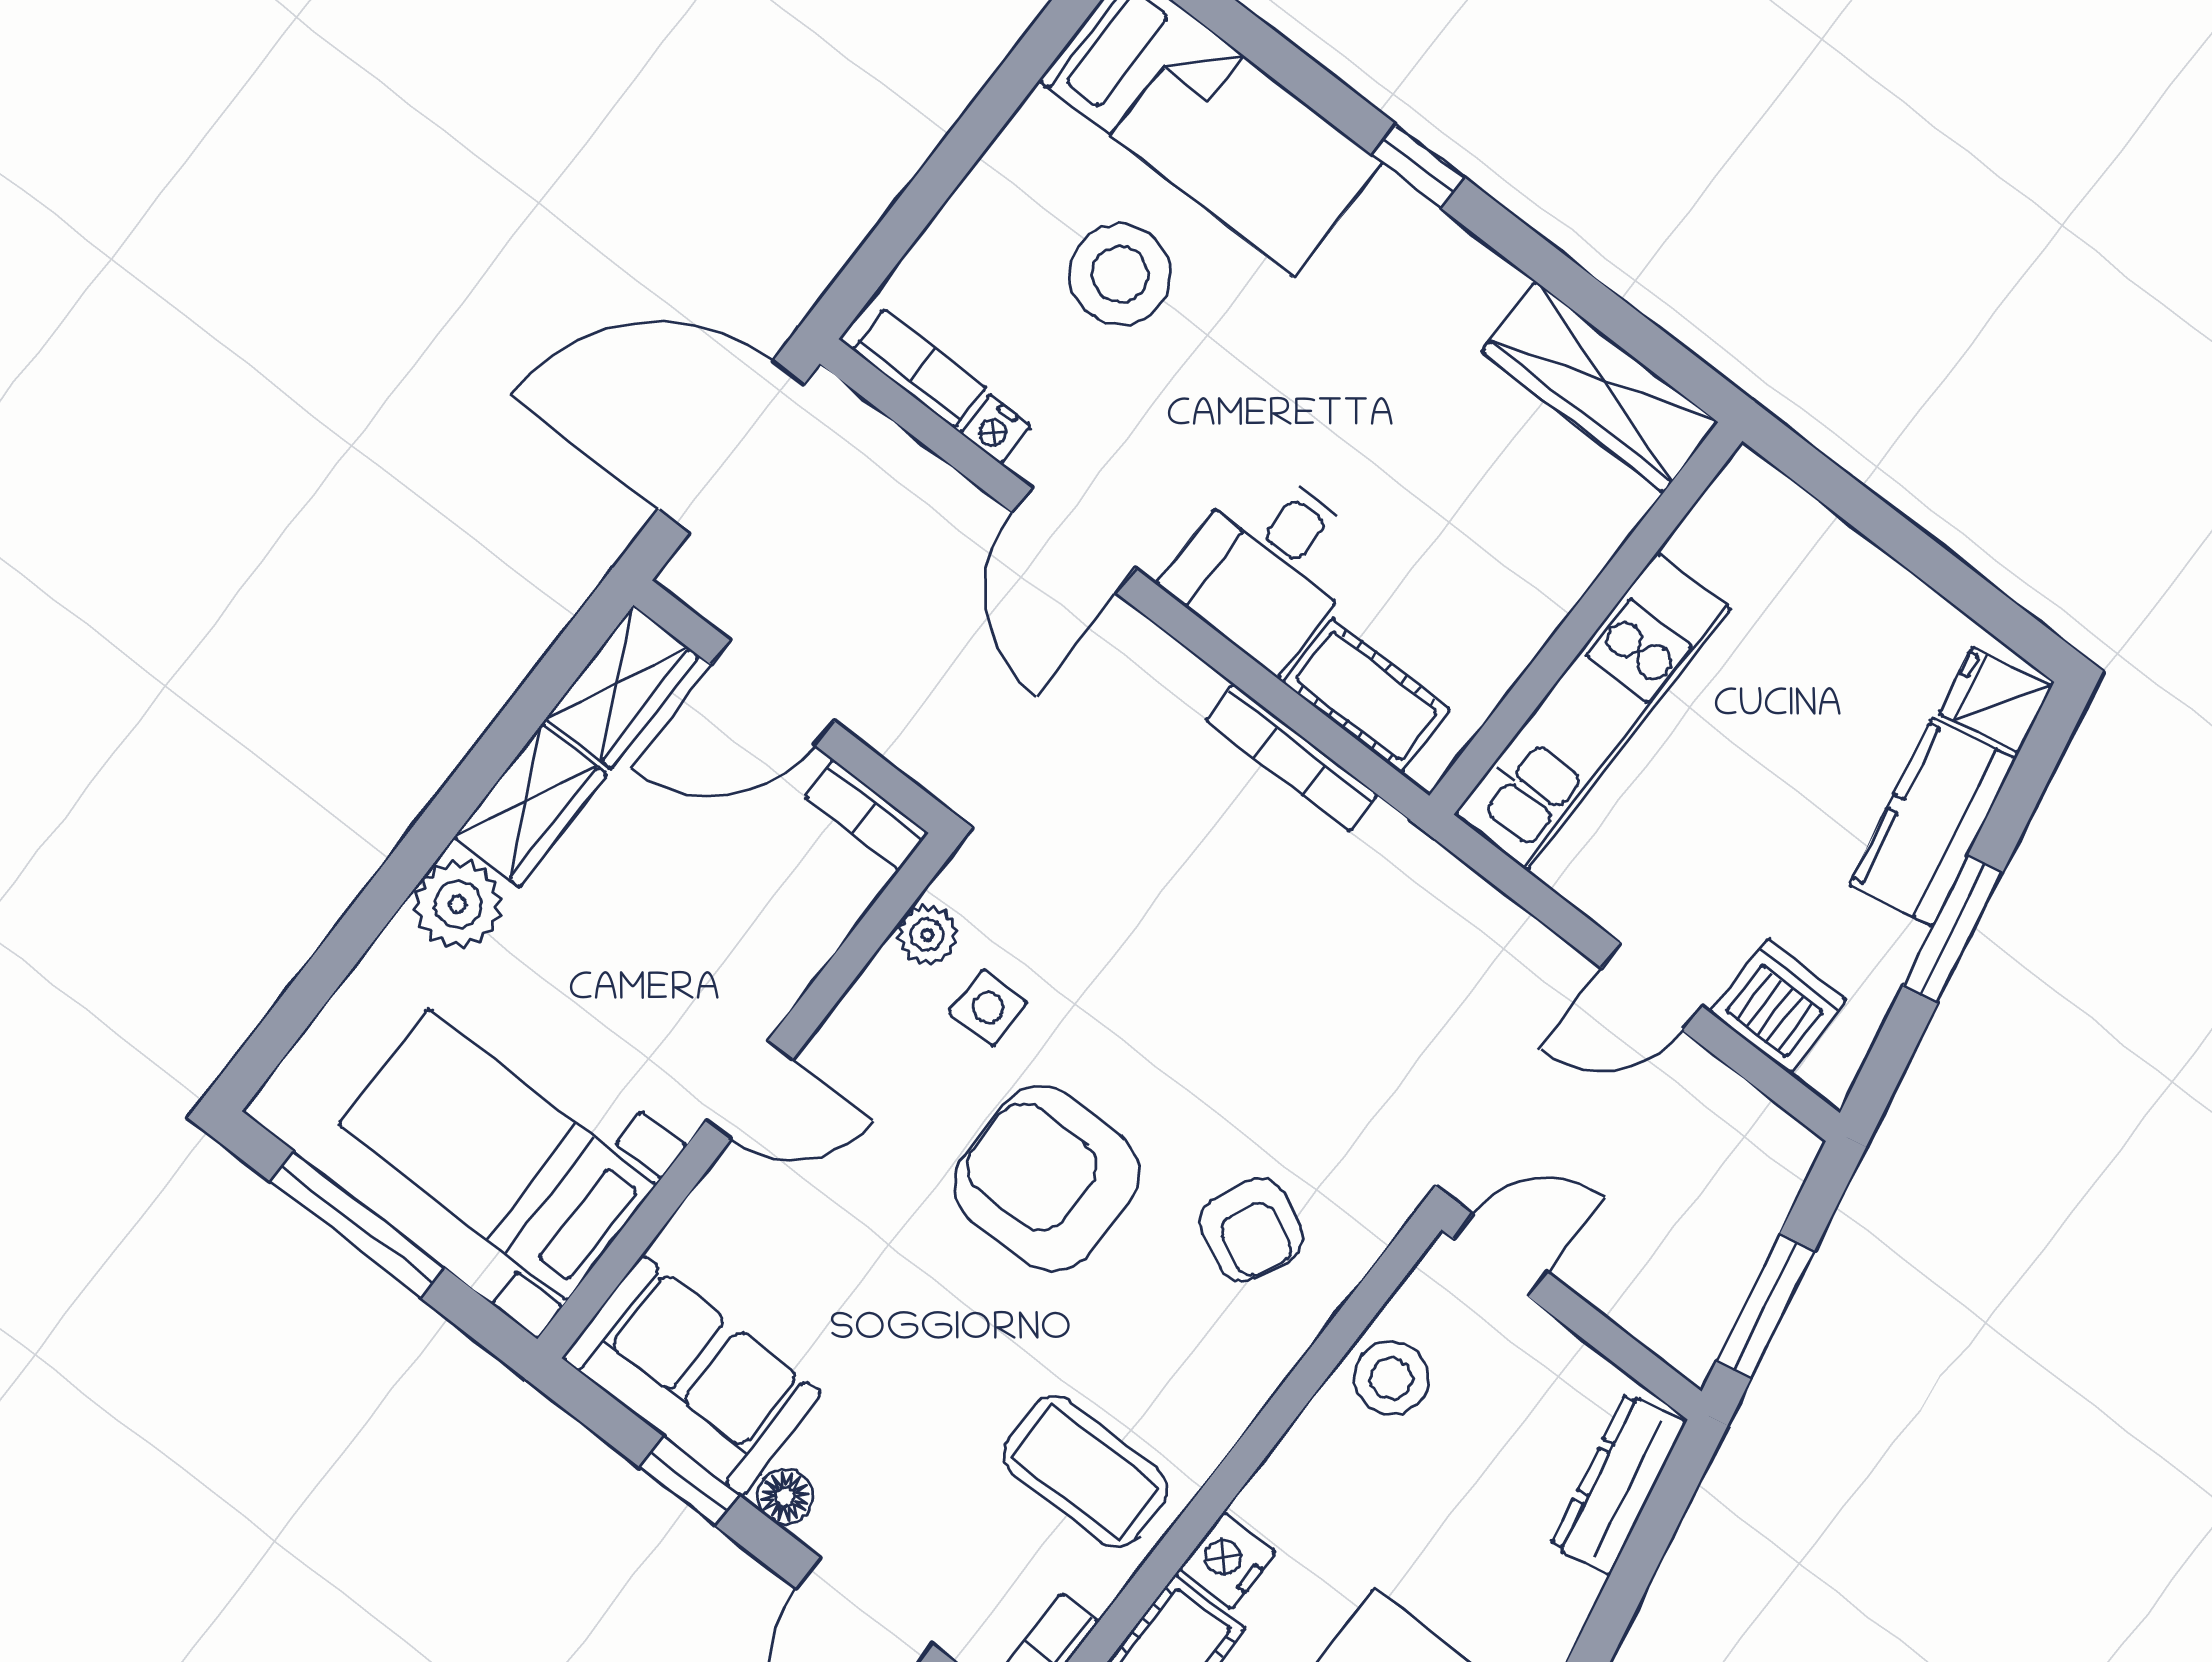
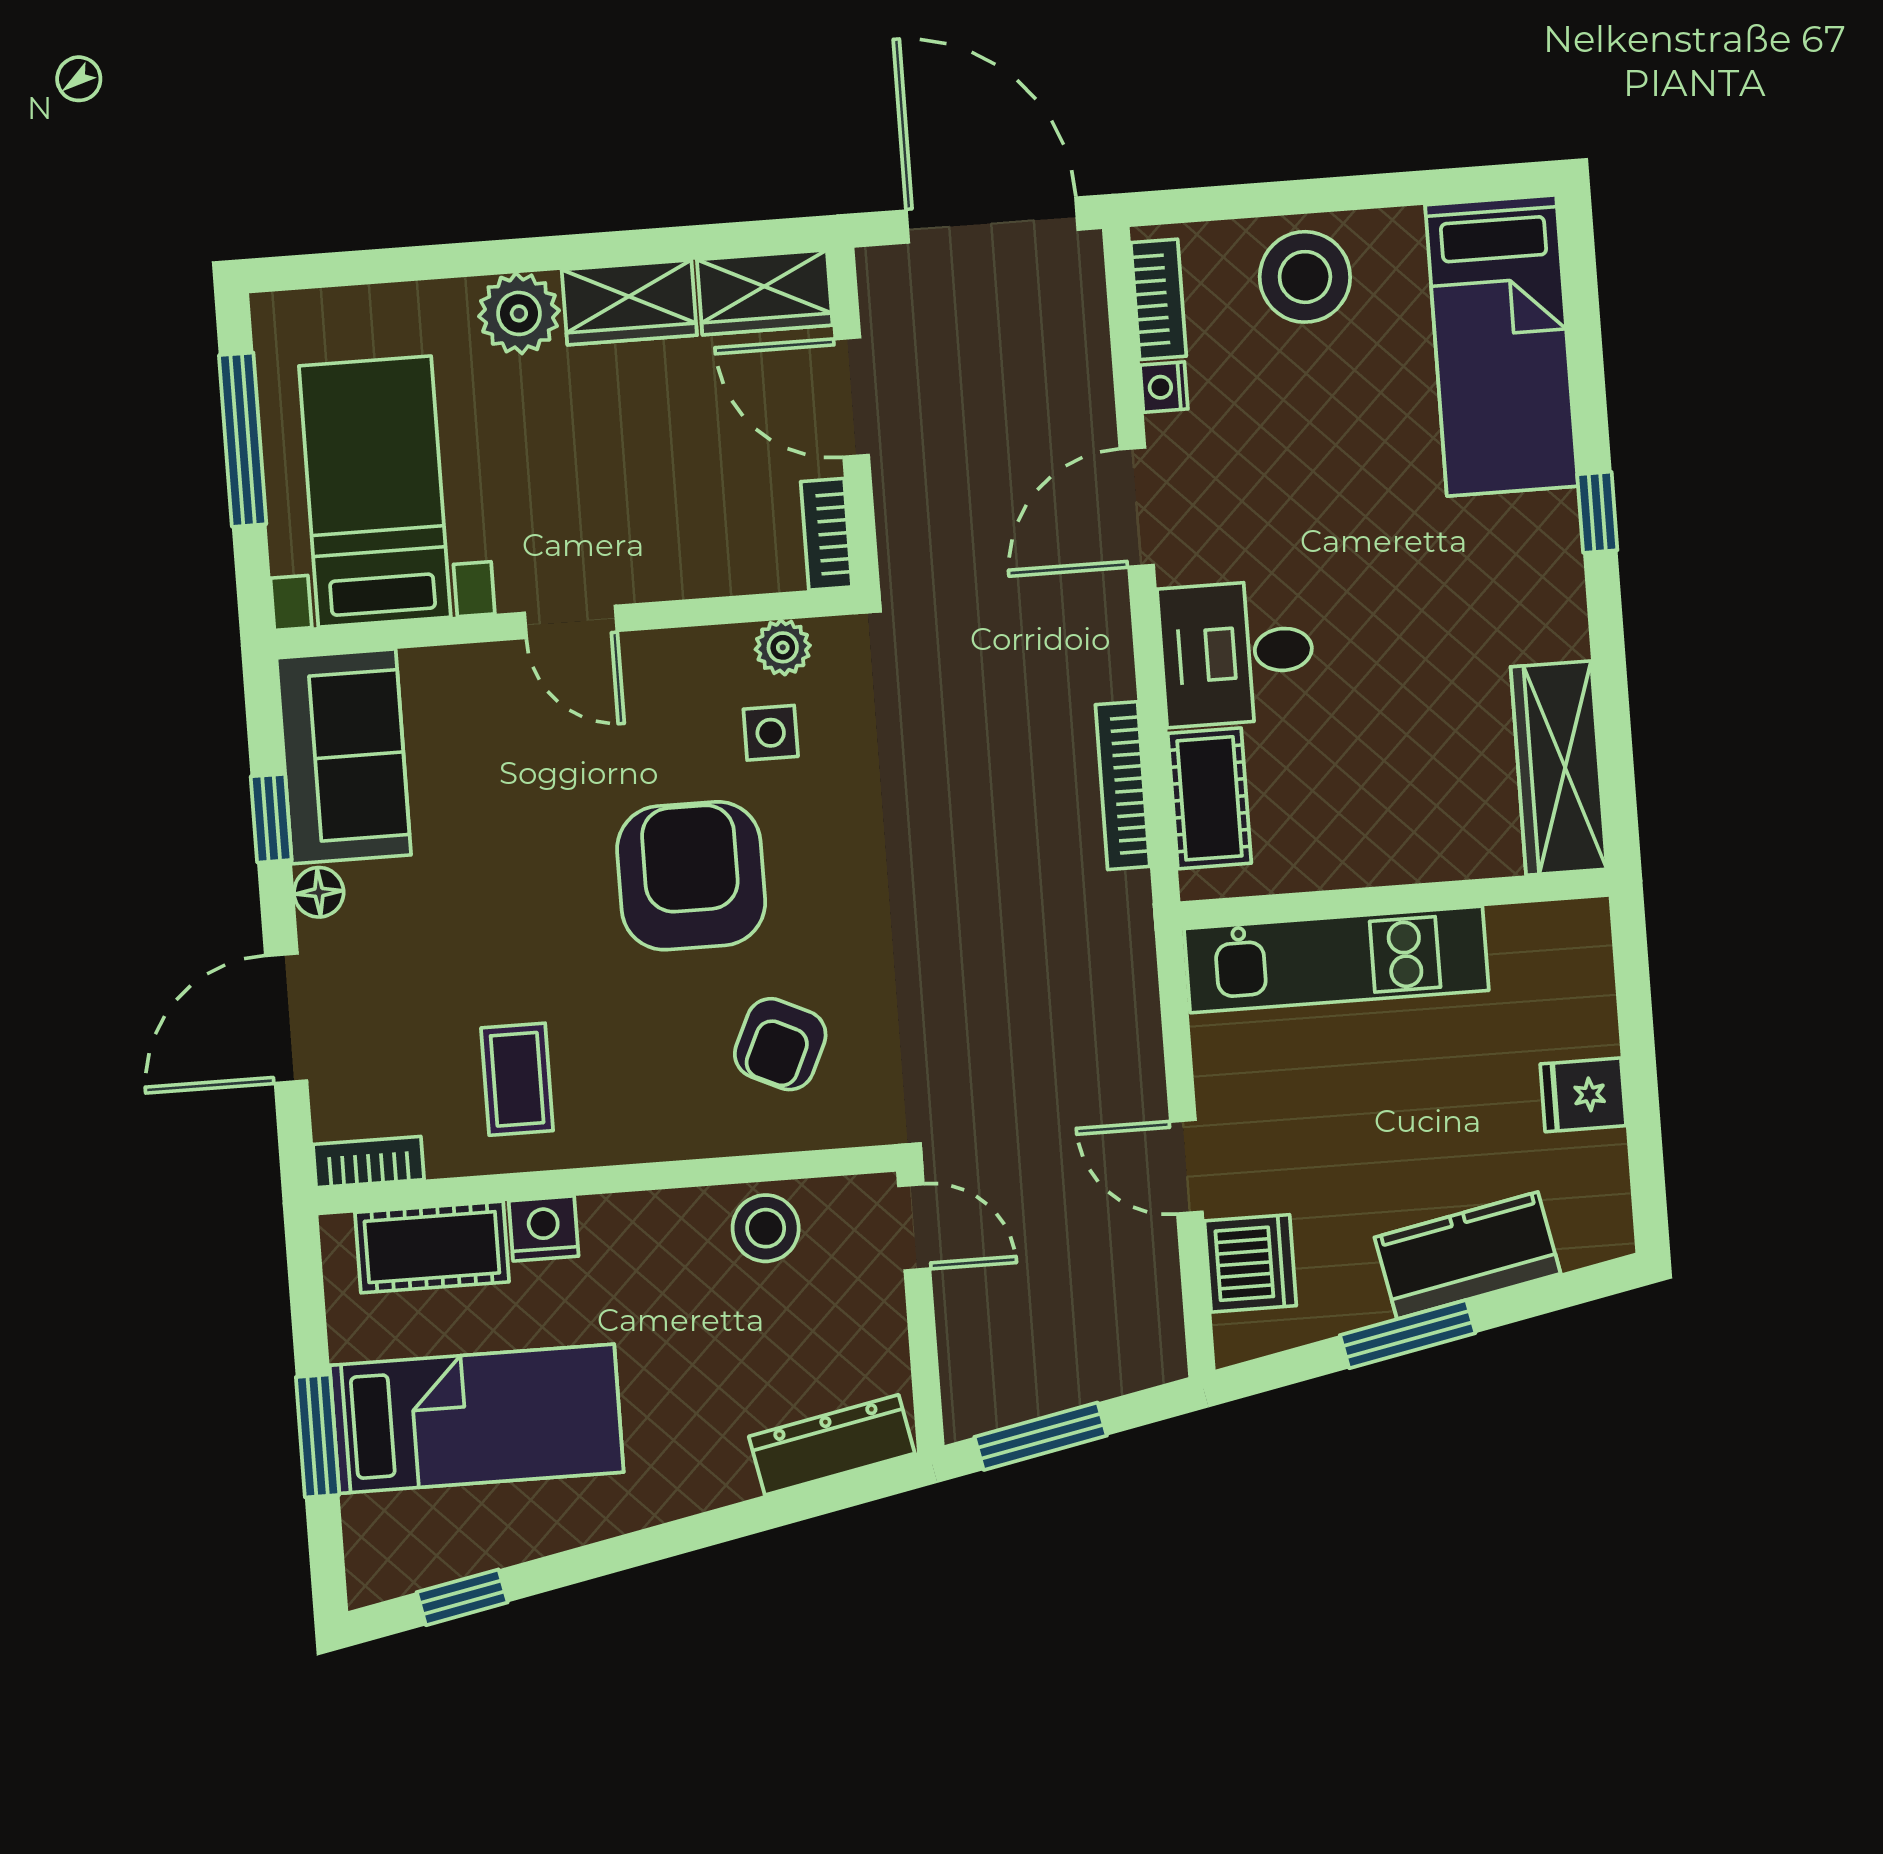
stool: (1120, 274) -> (1305, 277), moved
fridge: (1996, 700) -> (1583, 1095), moved, turned -79
coffee table: (1085, 1472) -> (517, 1079), width x0.73, depth x0.77

